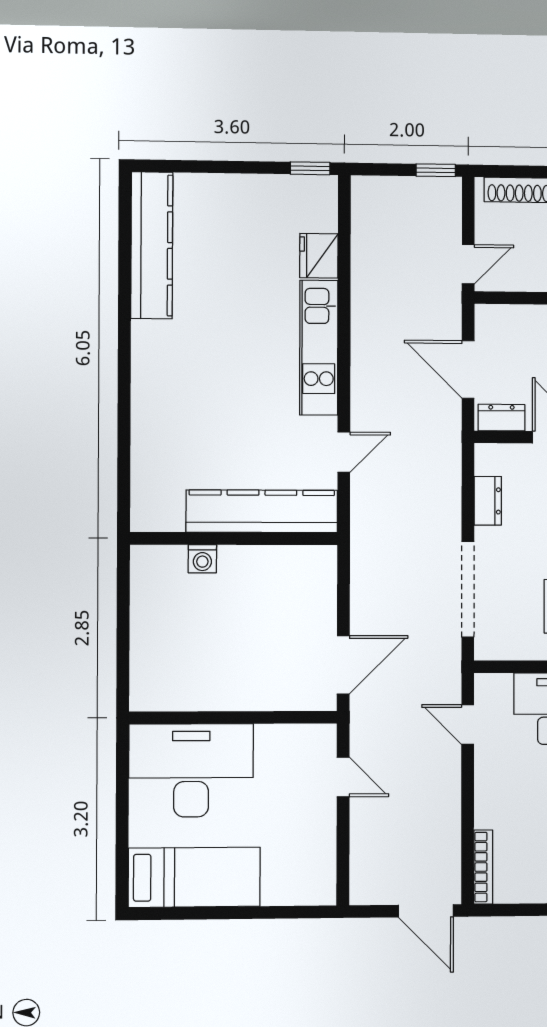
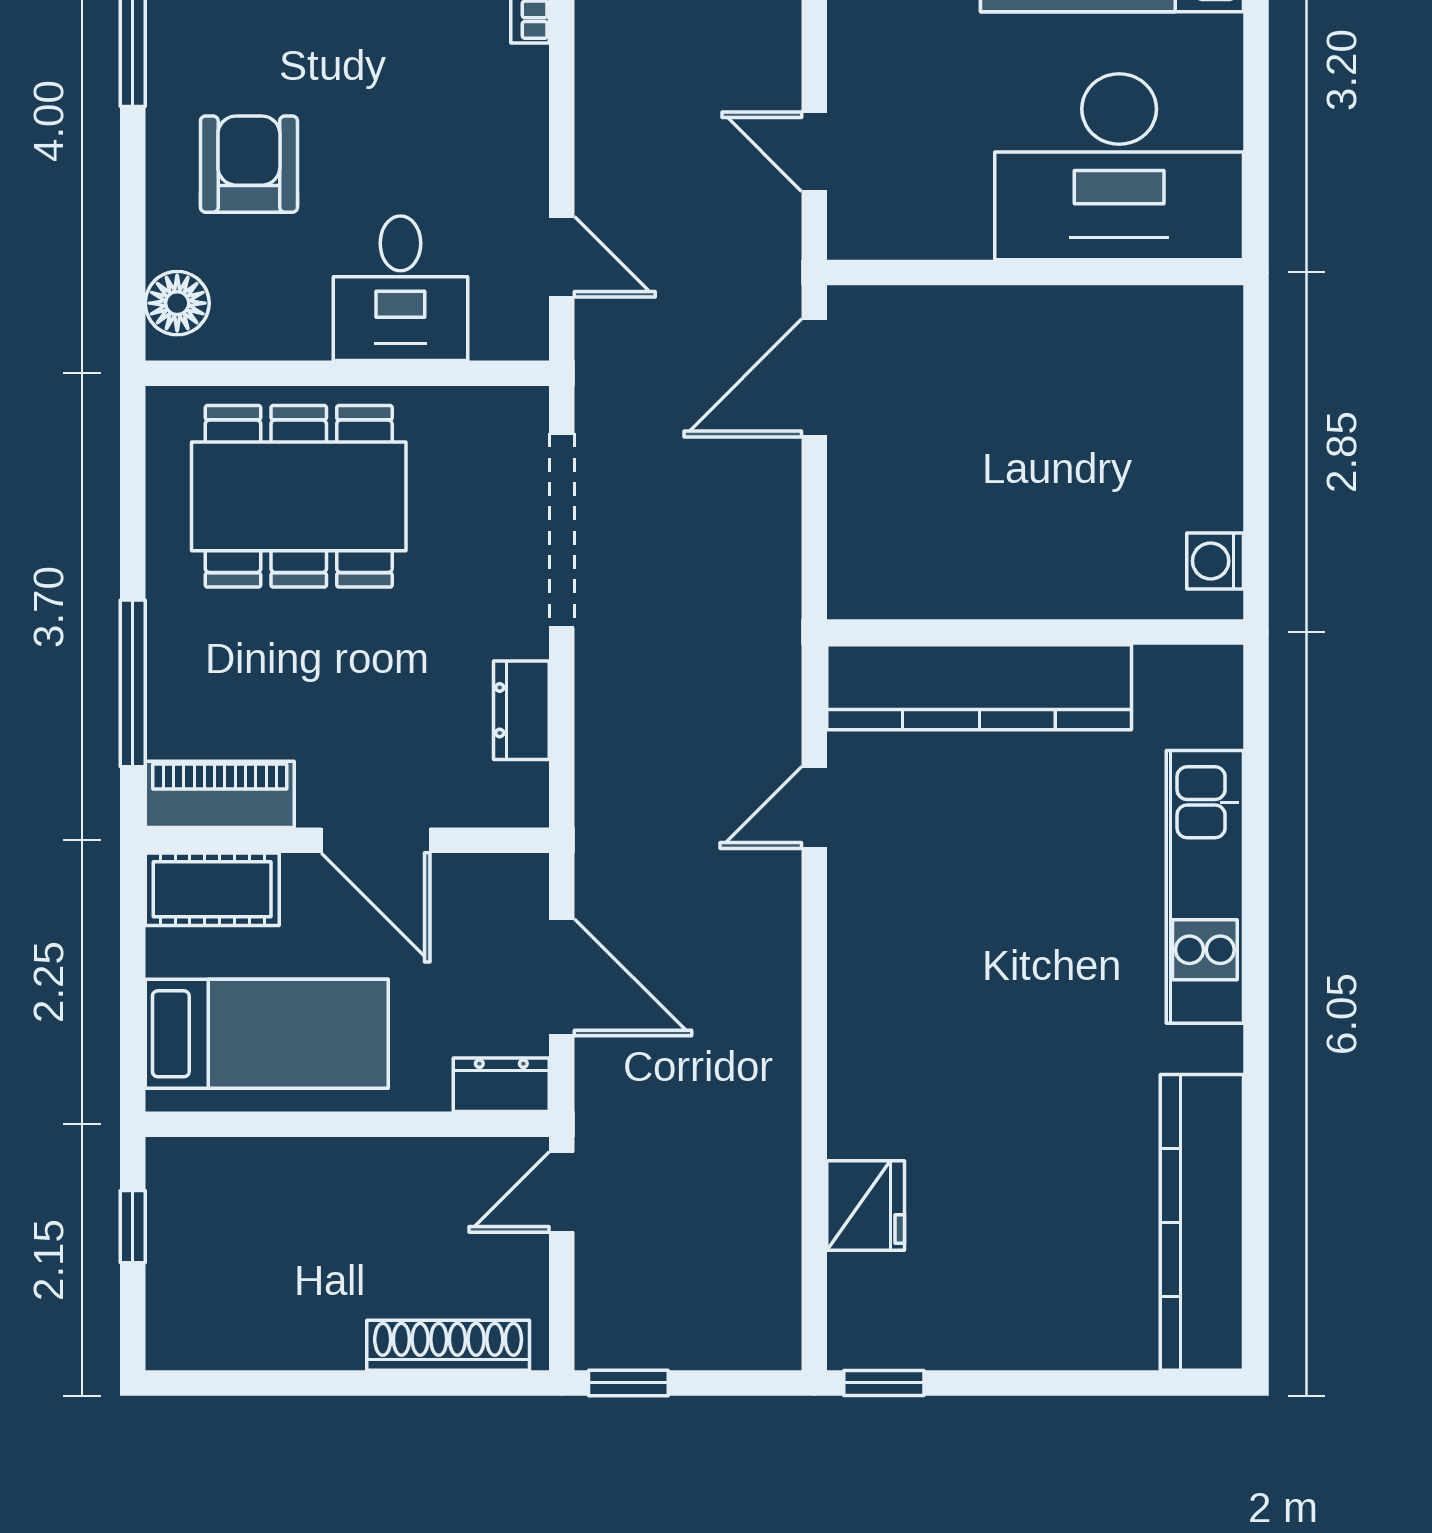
kitchen unit: (319, 348) -> (1205, 887), moved, turned 180
dresser: (501, 418) -> (501, 1085), moved, turned 180
washing machine: (202, 559) -> (1215, 561), moved, turned -90

